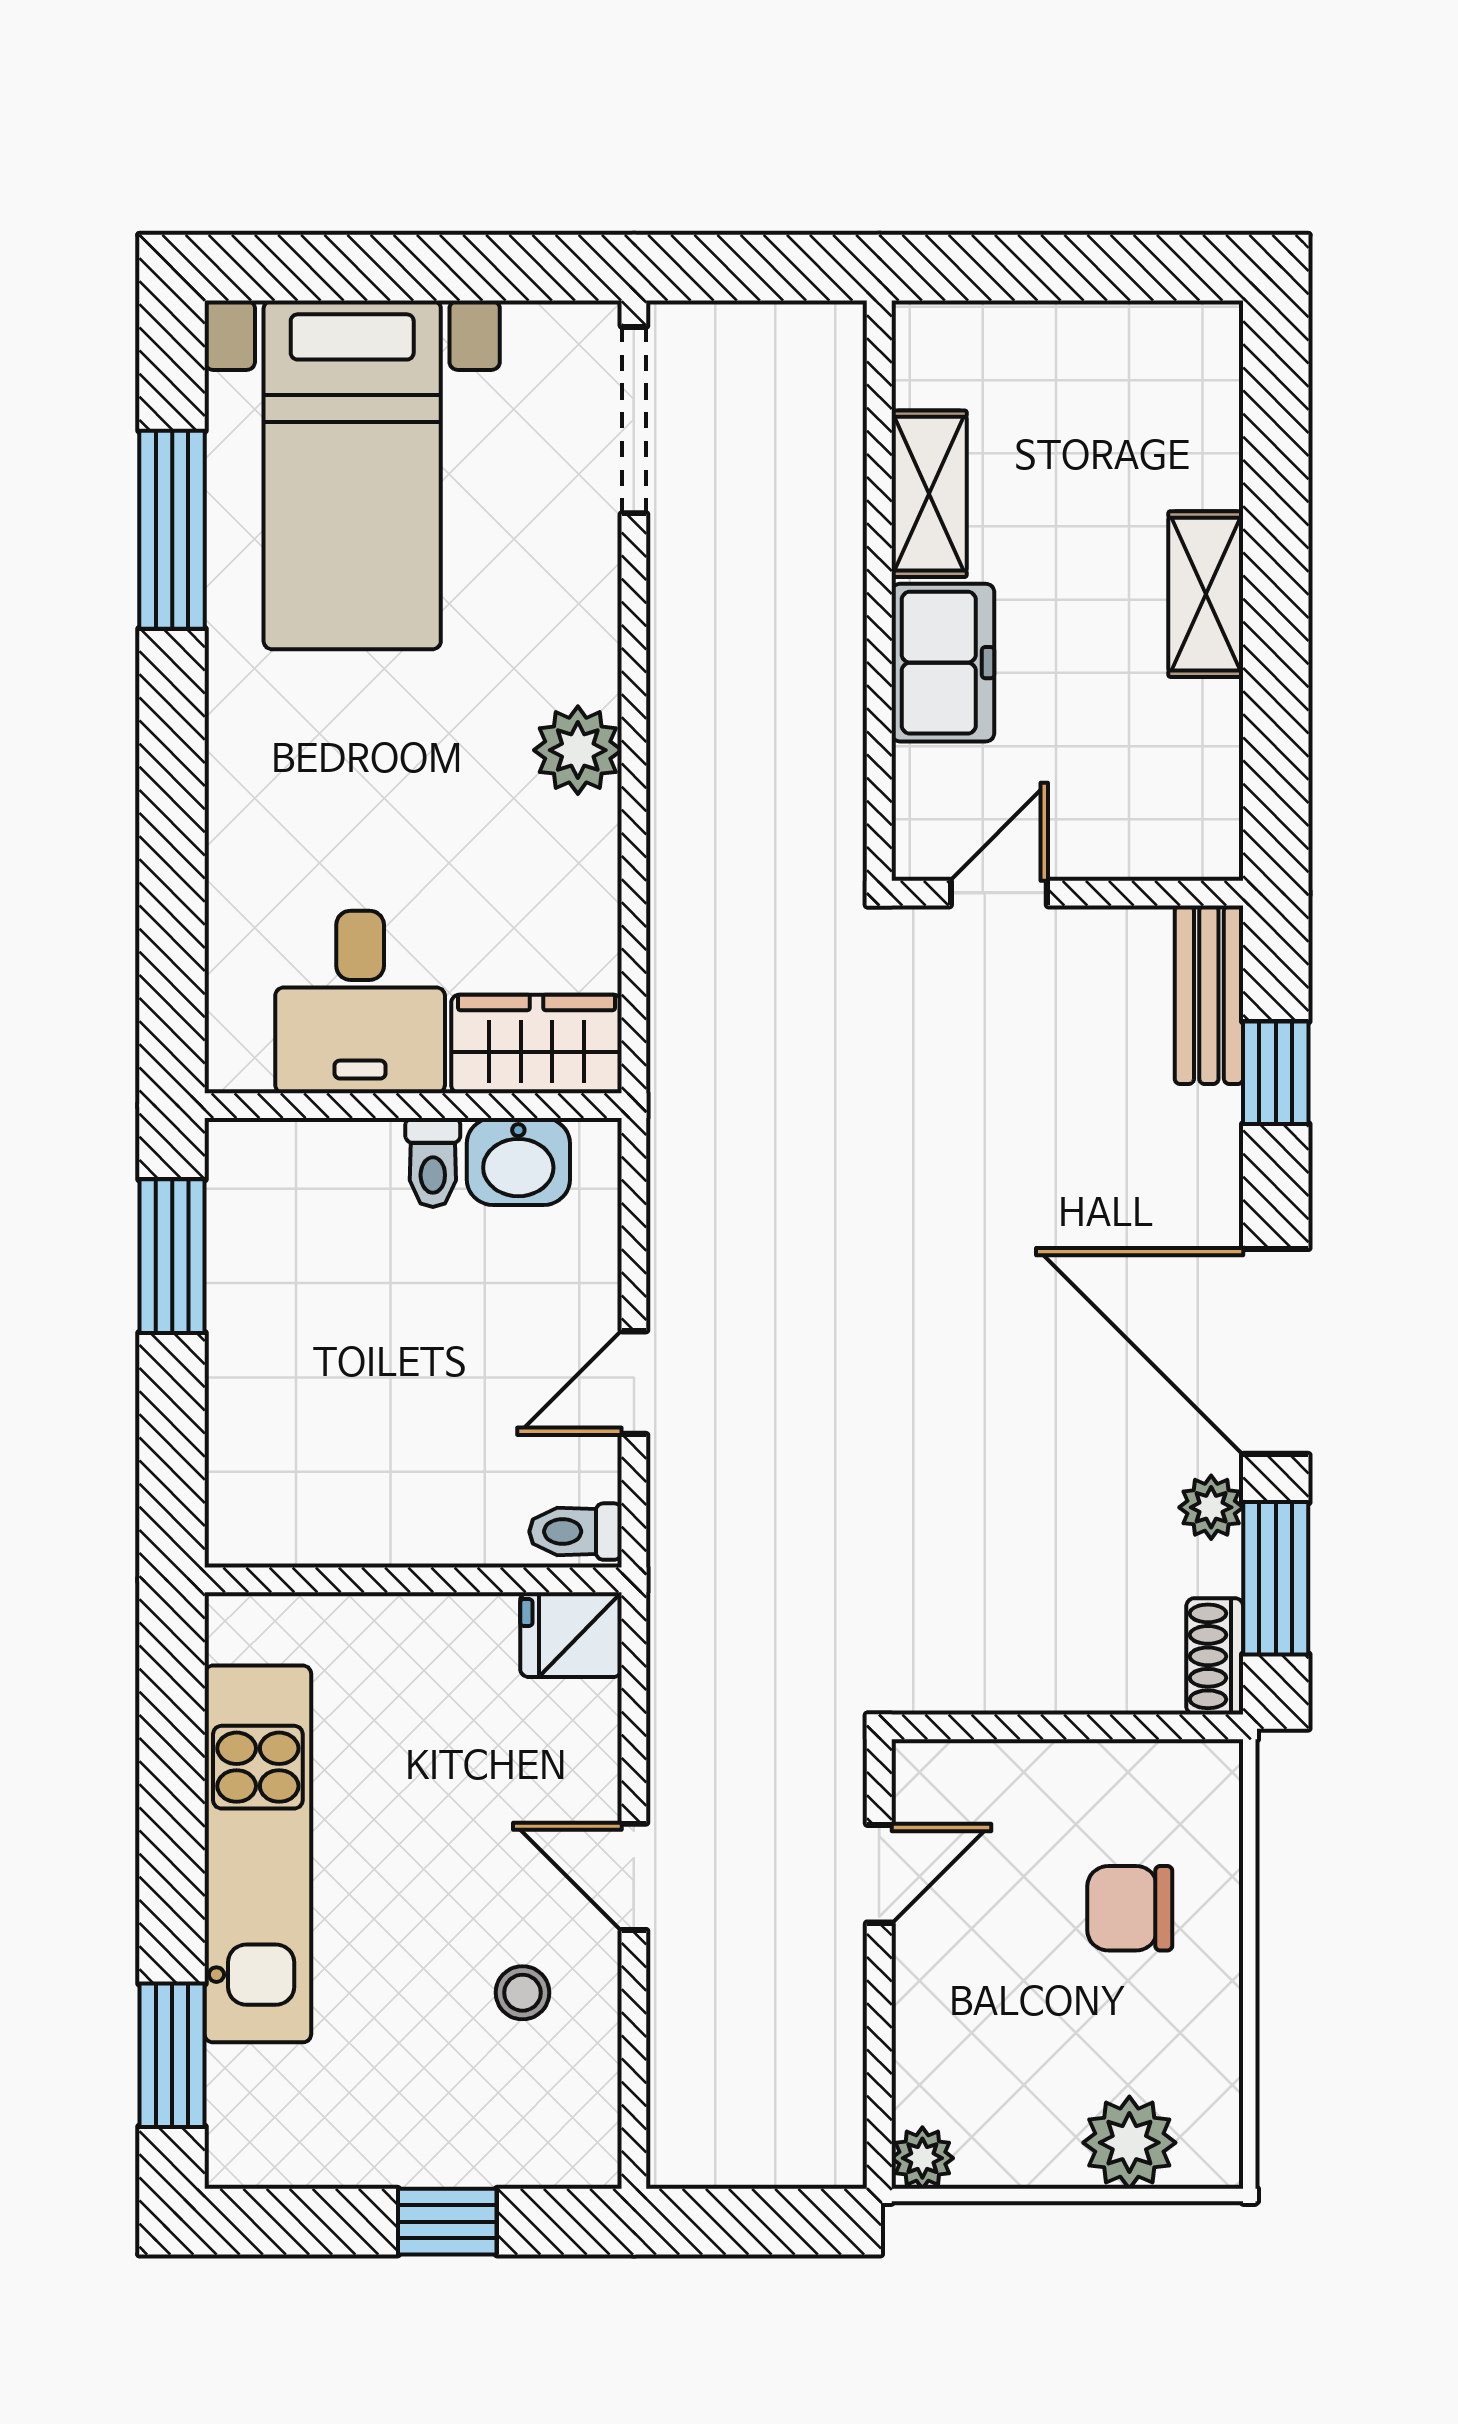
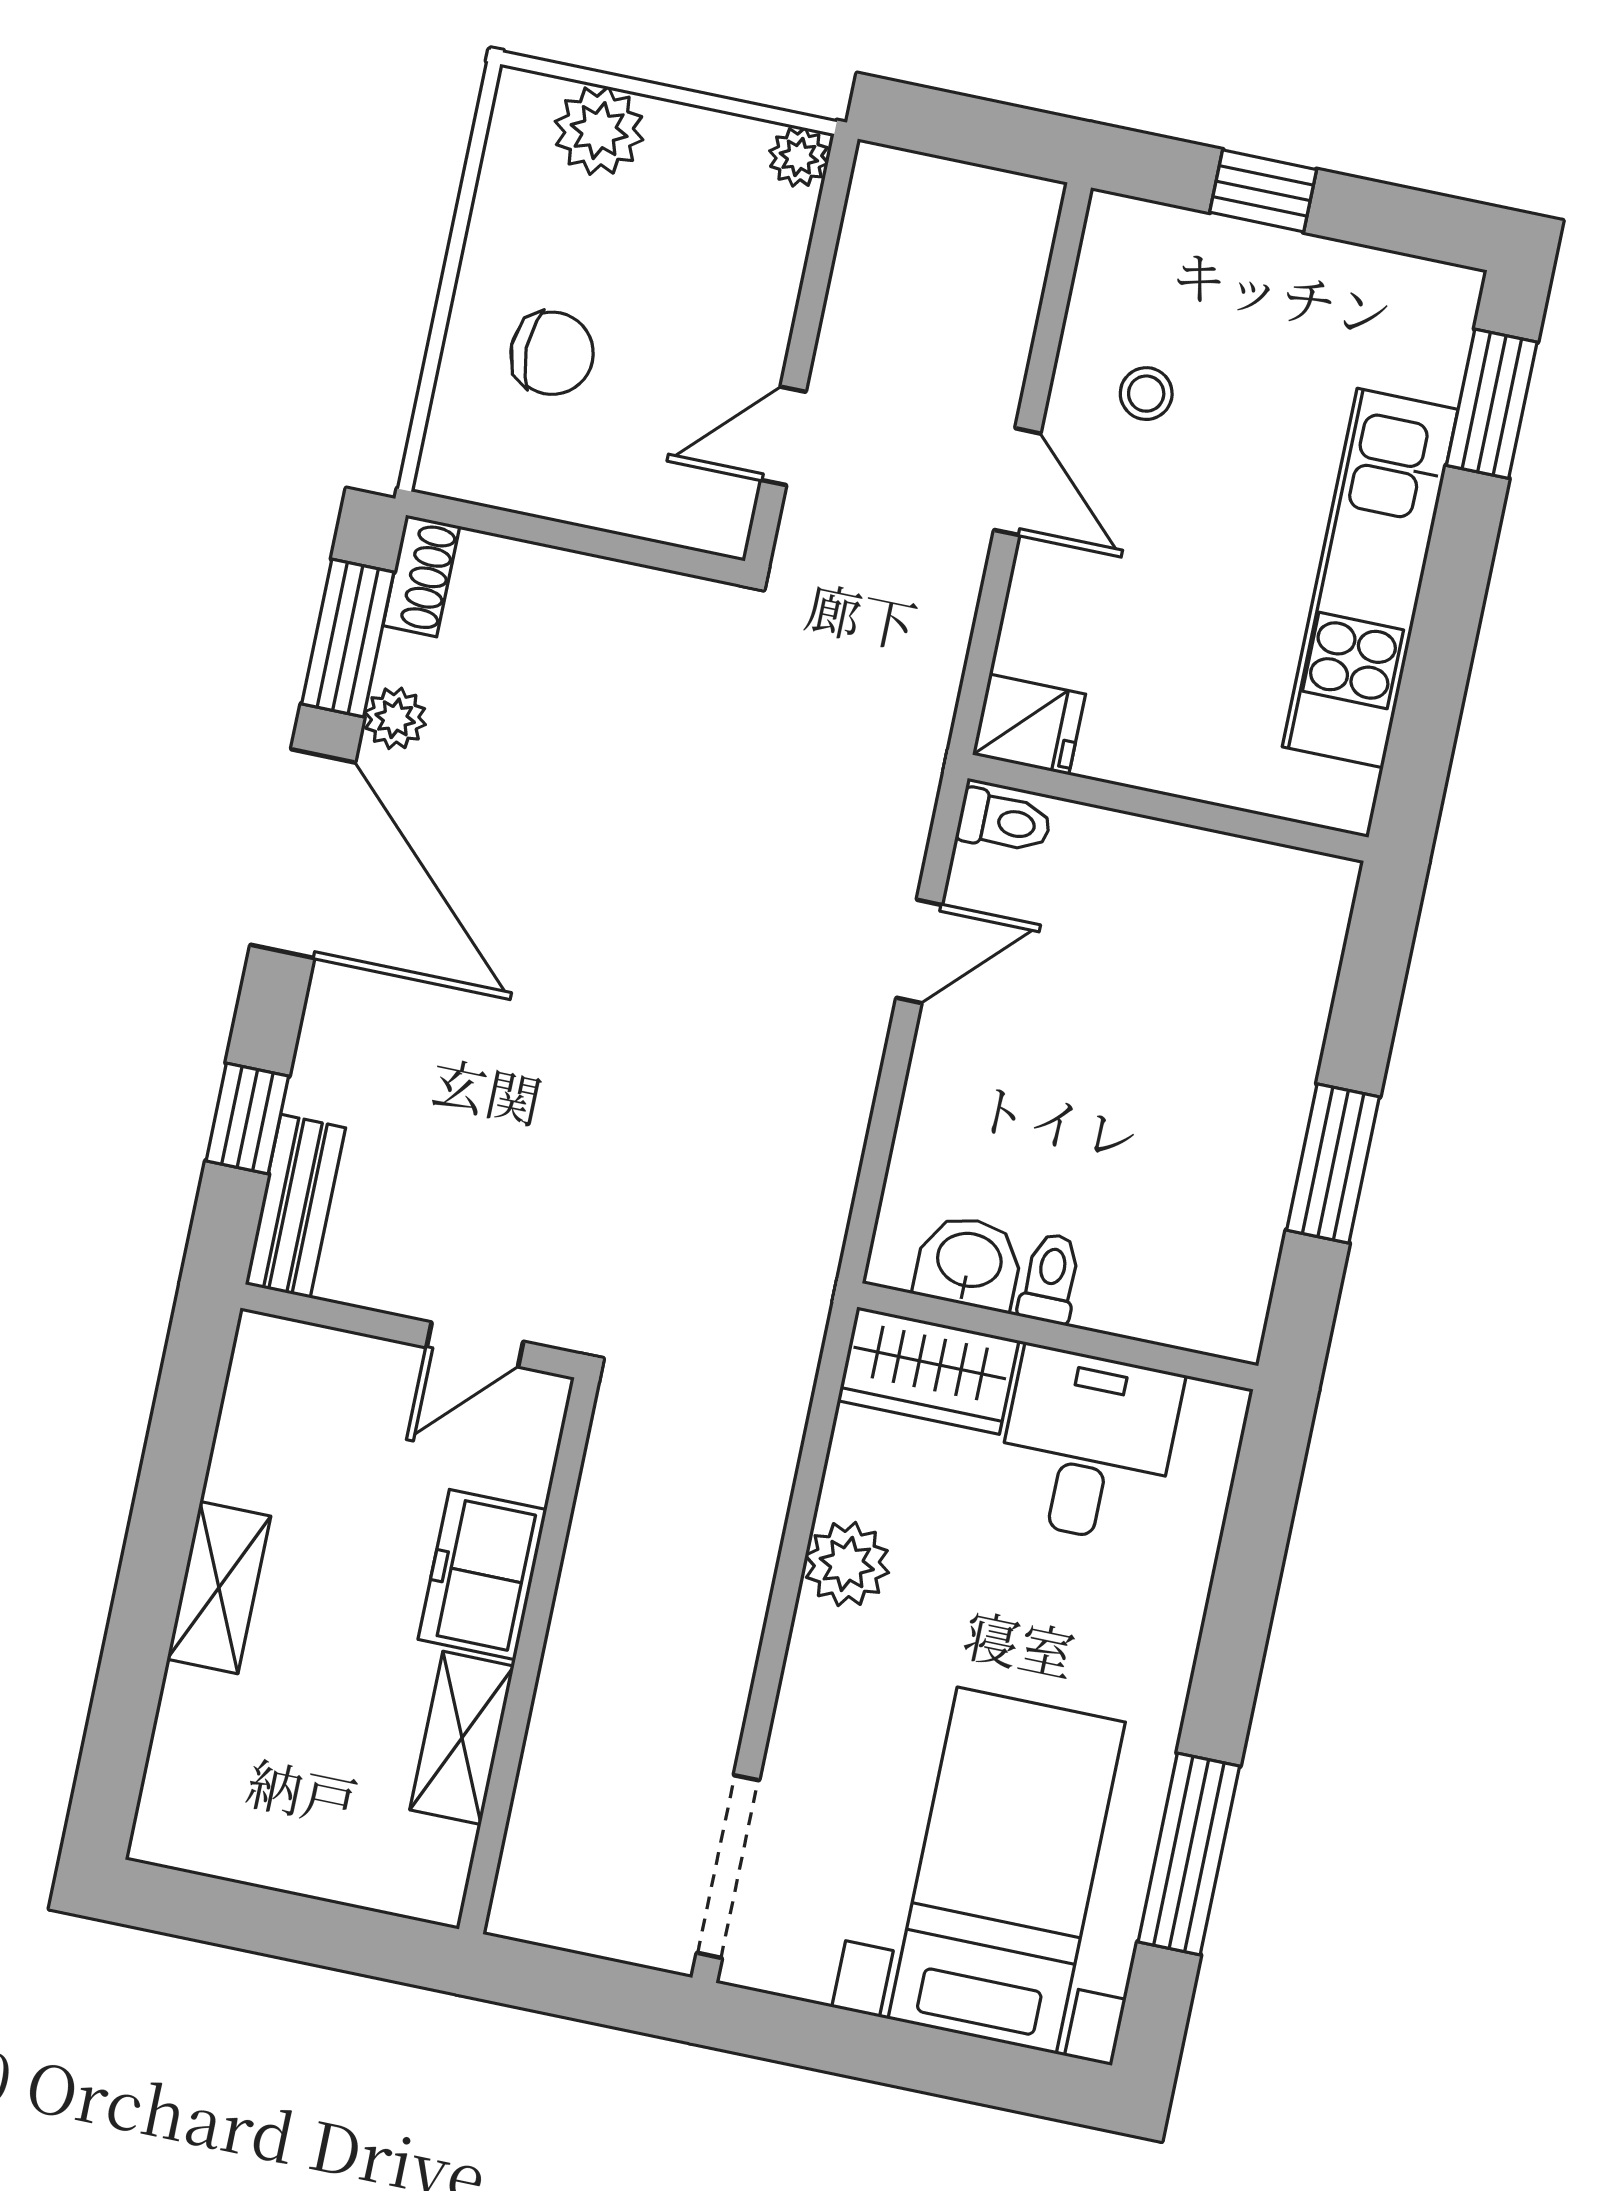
desk: (360, 1002) -> (1088, 1445), moved
wardrobe: (537, 1044) -> (928, 1371), moved
wall: (413, 1106) -> (1058, 1336), moved
washbasin: (518, 1161) -> (969, 1262), moved
toilet: (433, 1163) -> (1050, 1278), moved

